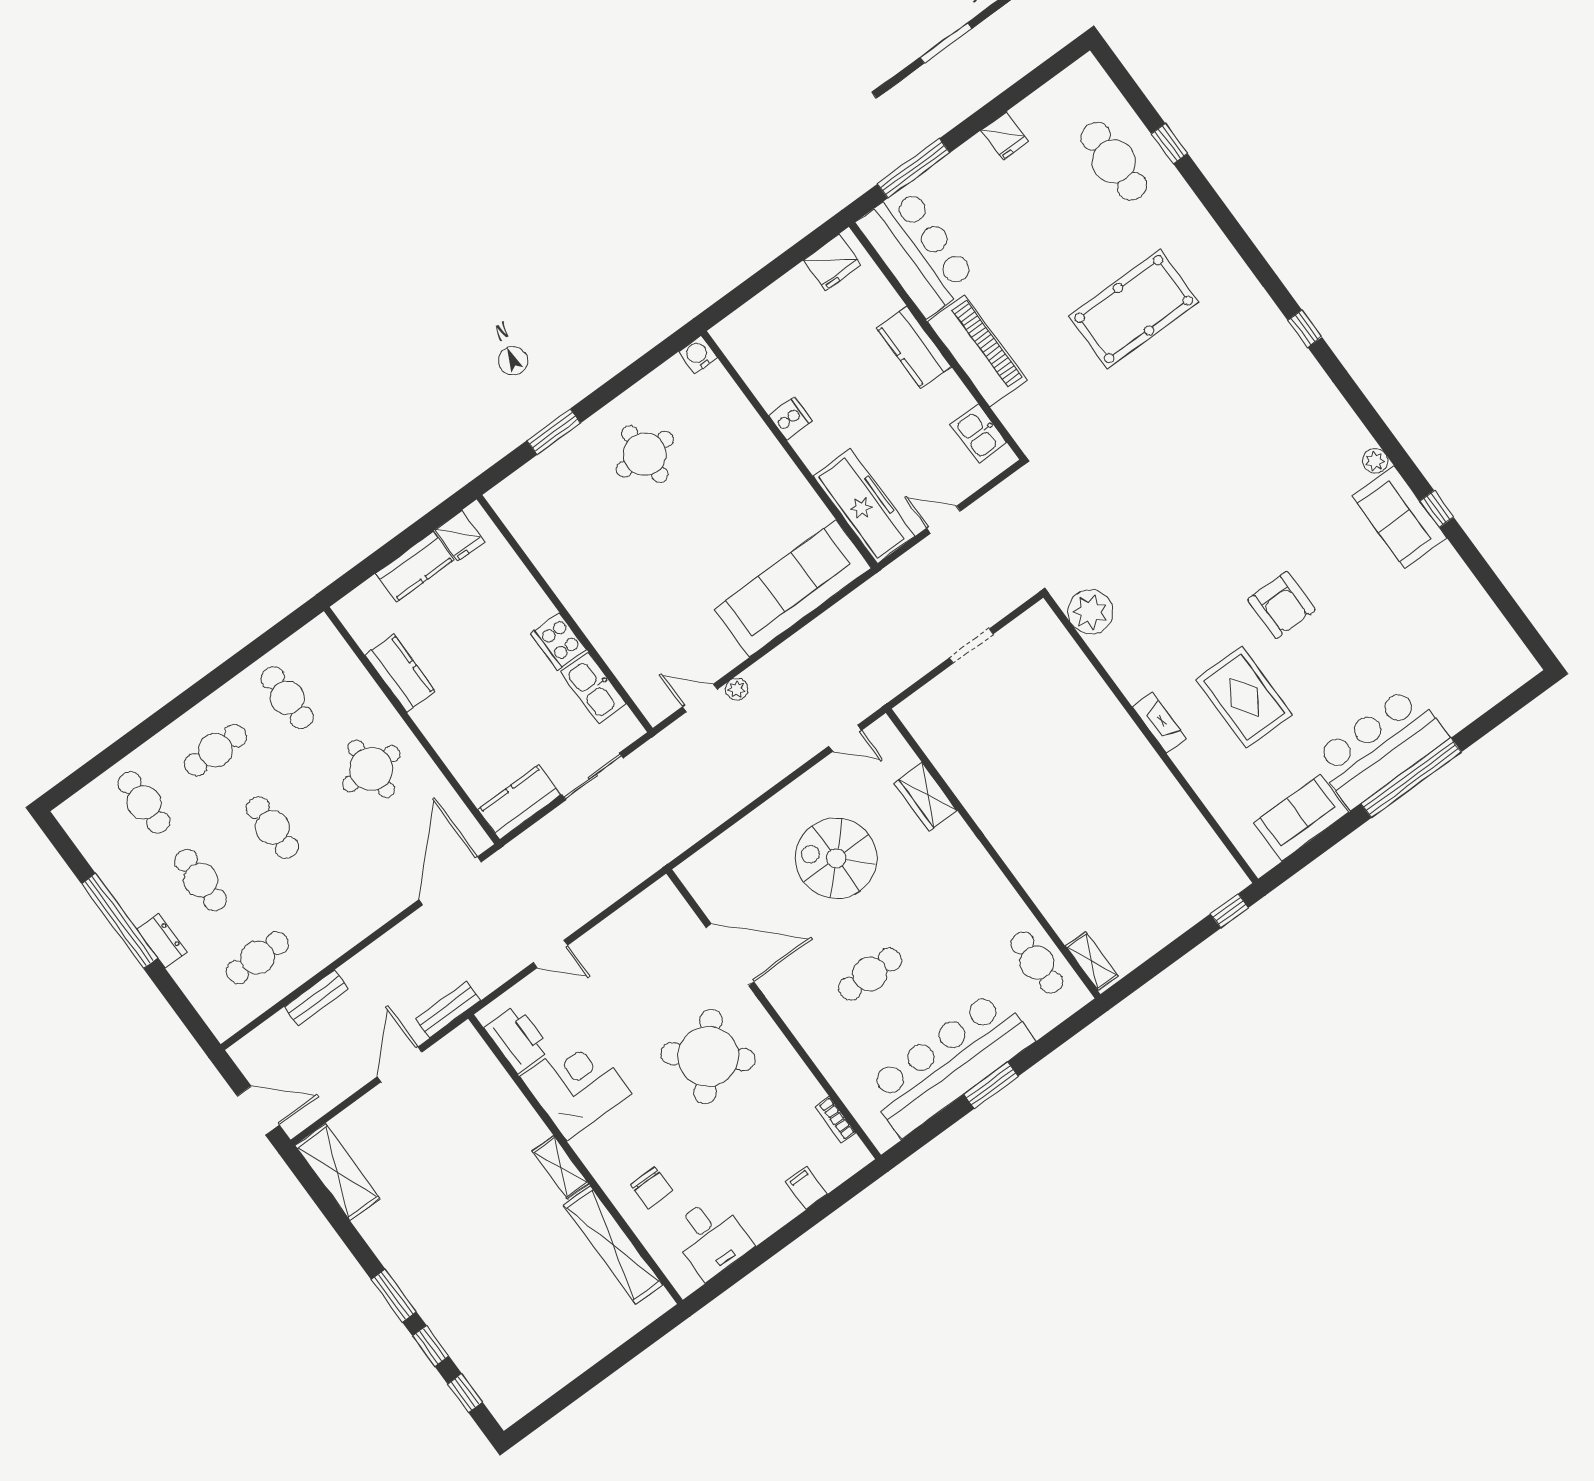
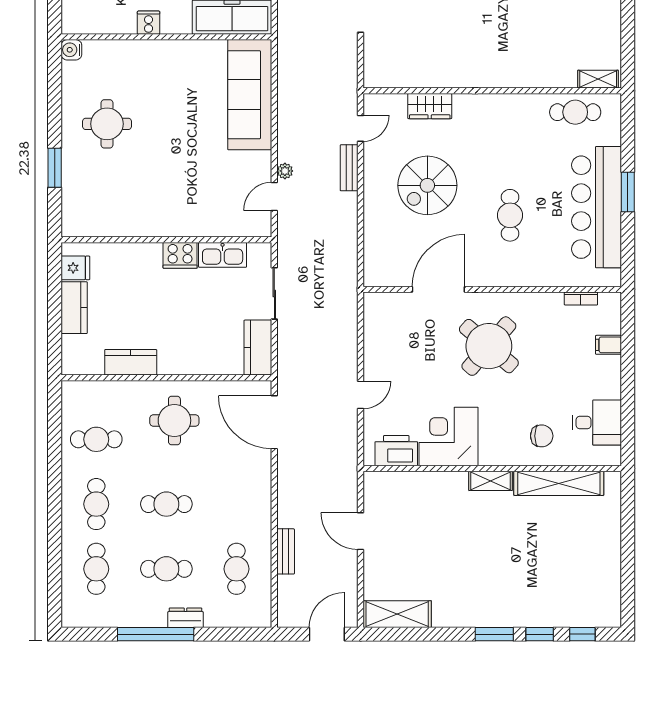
cafe table: (144, 803) -> (96, 569), turned 90
bench: (448, 1009) -> (349, 168), moved

